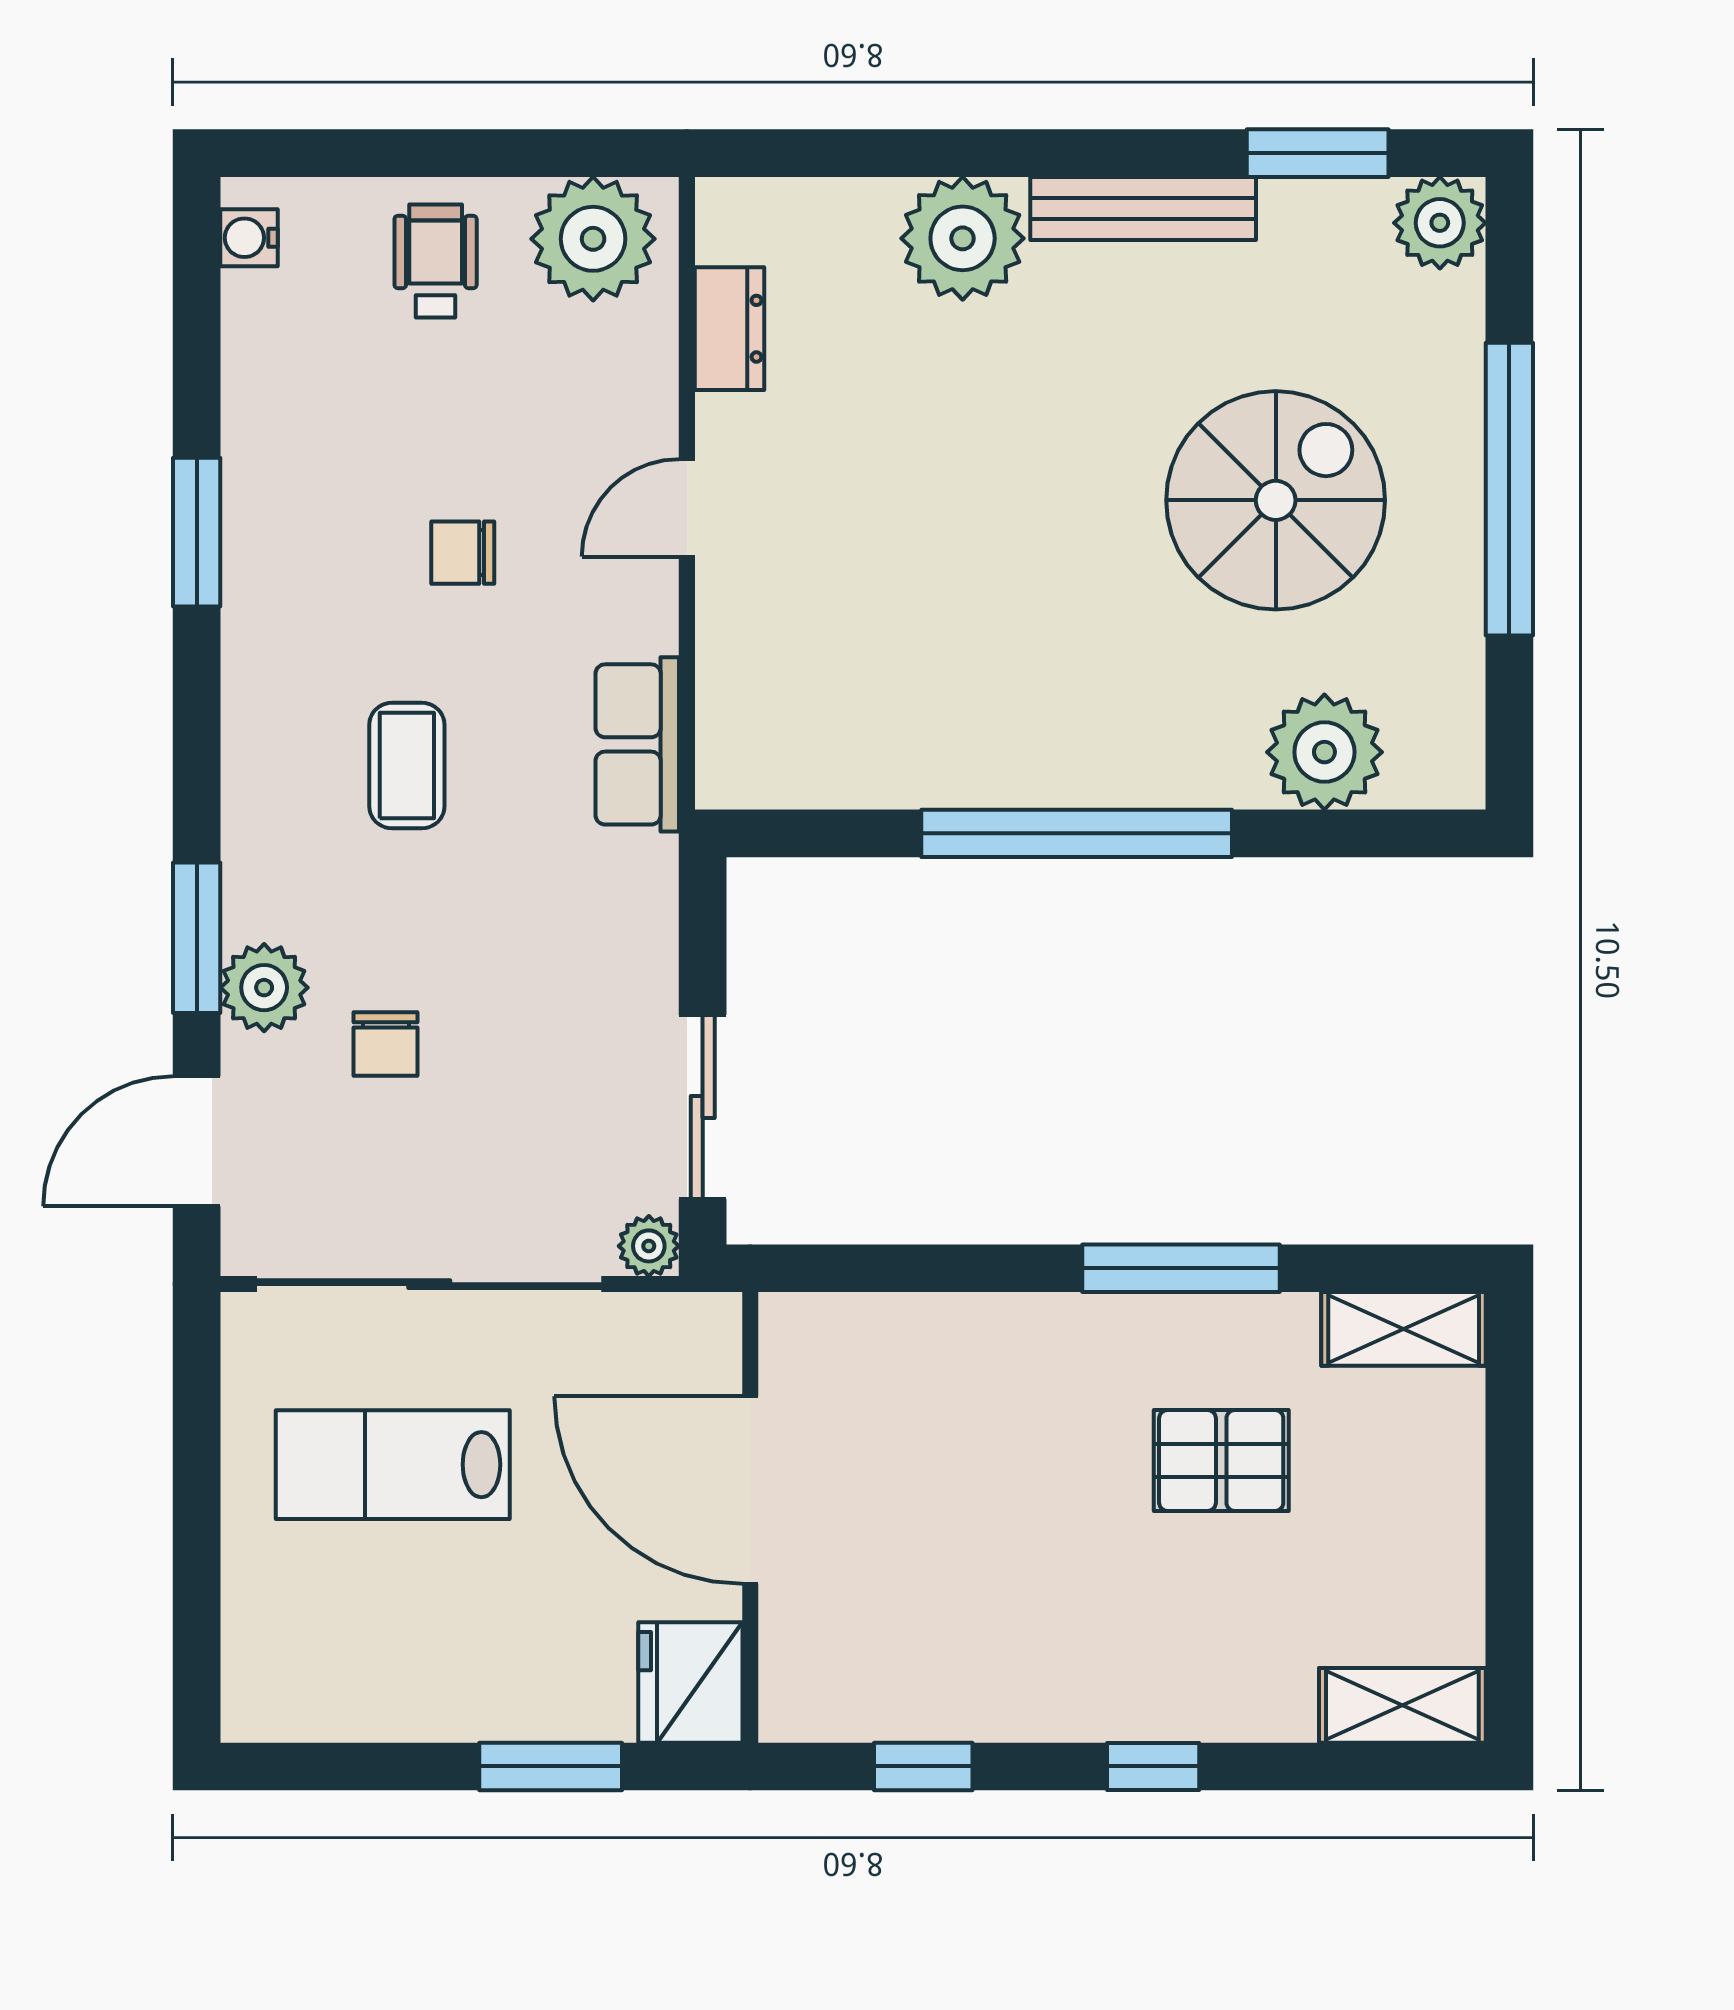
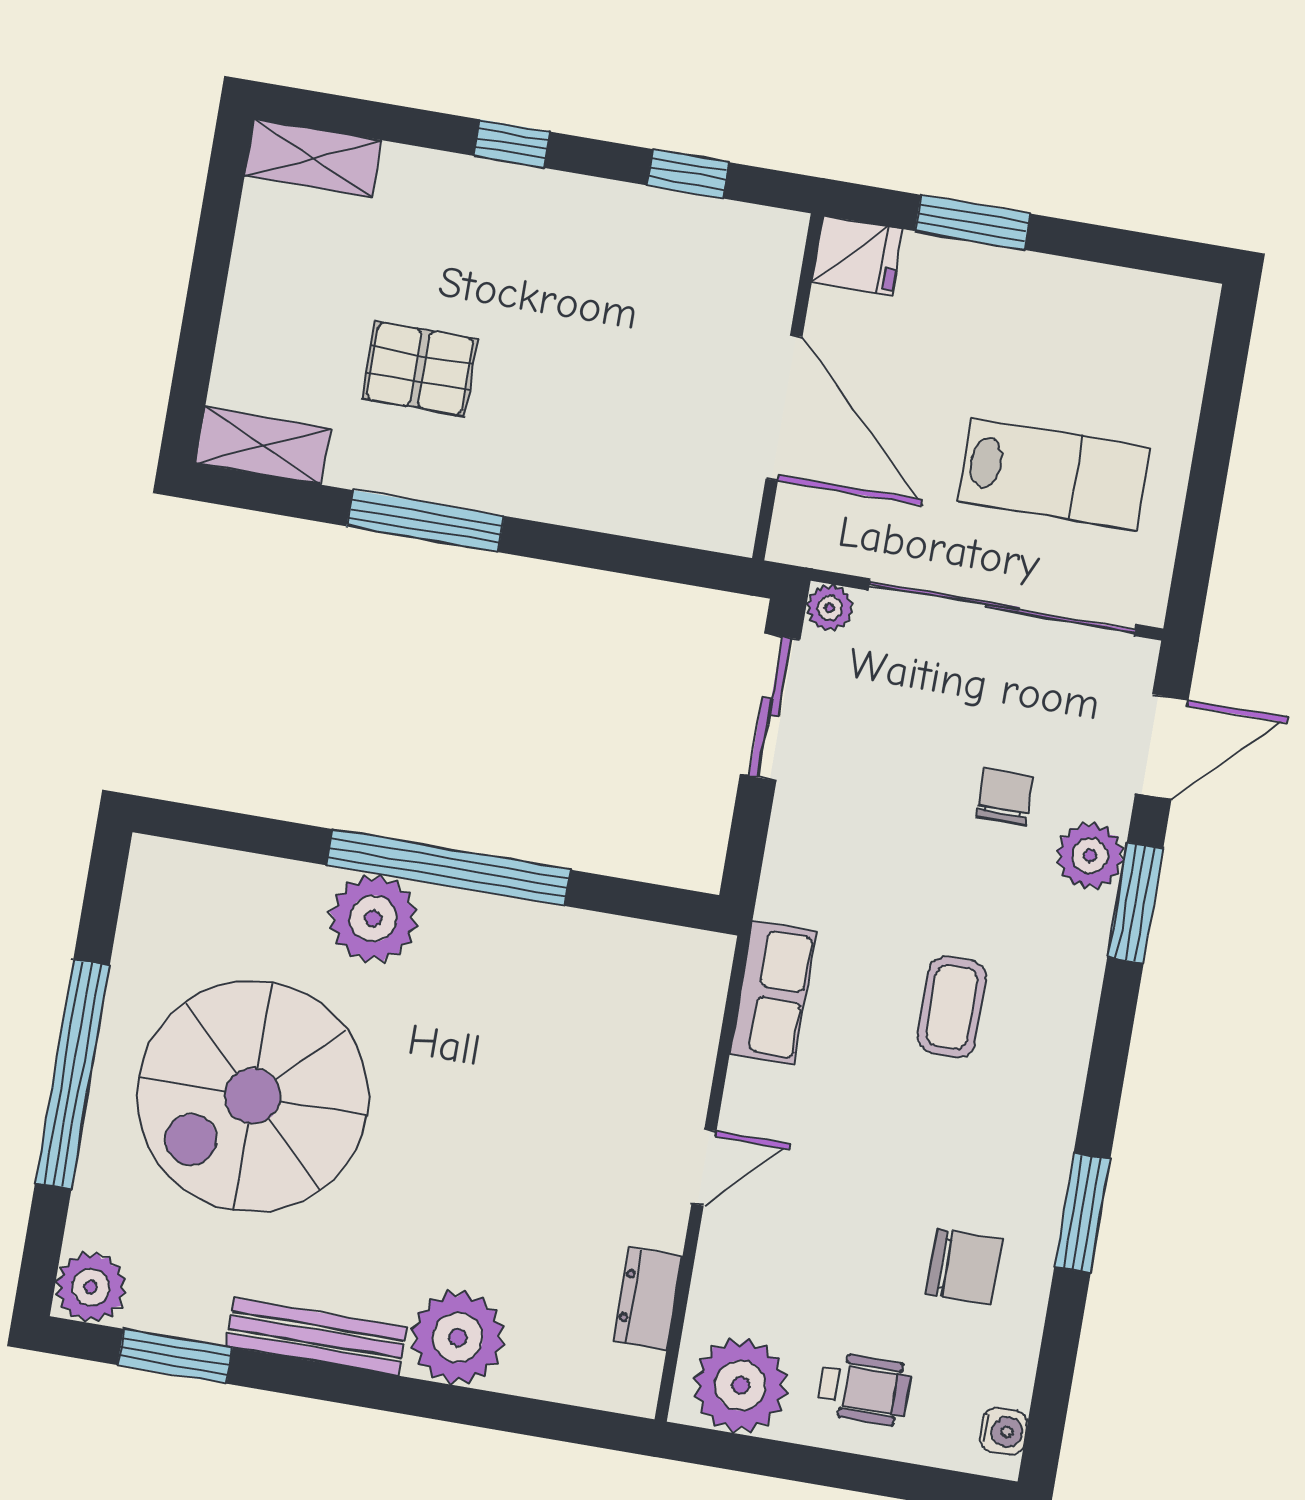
wheelchair: (436, 261) -> (864, 1389), turned -90
spiral stairs: (1276, 500) -> (253, 1096), width x1.37, depth x1.37
chair: (463, 553) -> (964, 1267), moved, width x1.37, depth x1.37
plant: (1324, 752) -> (373, 919), moved
fridge: (690, 1682) -> (857, 256), width x0.72

